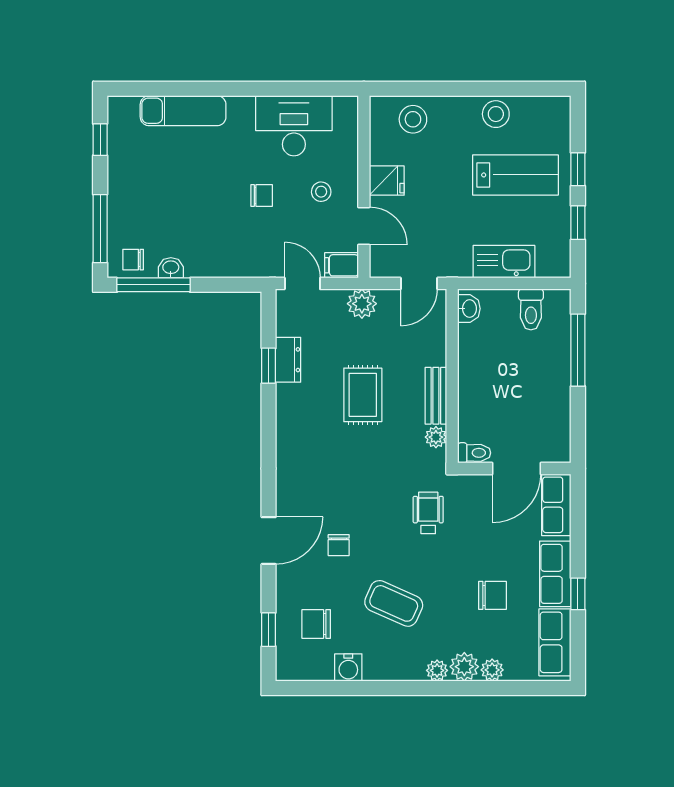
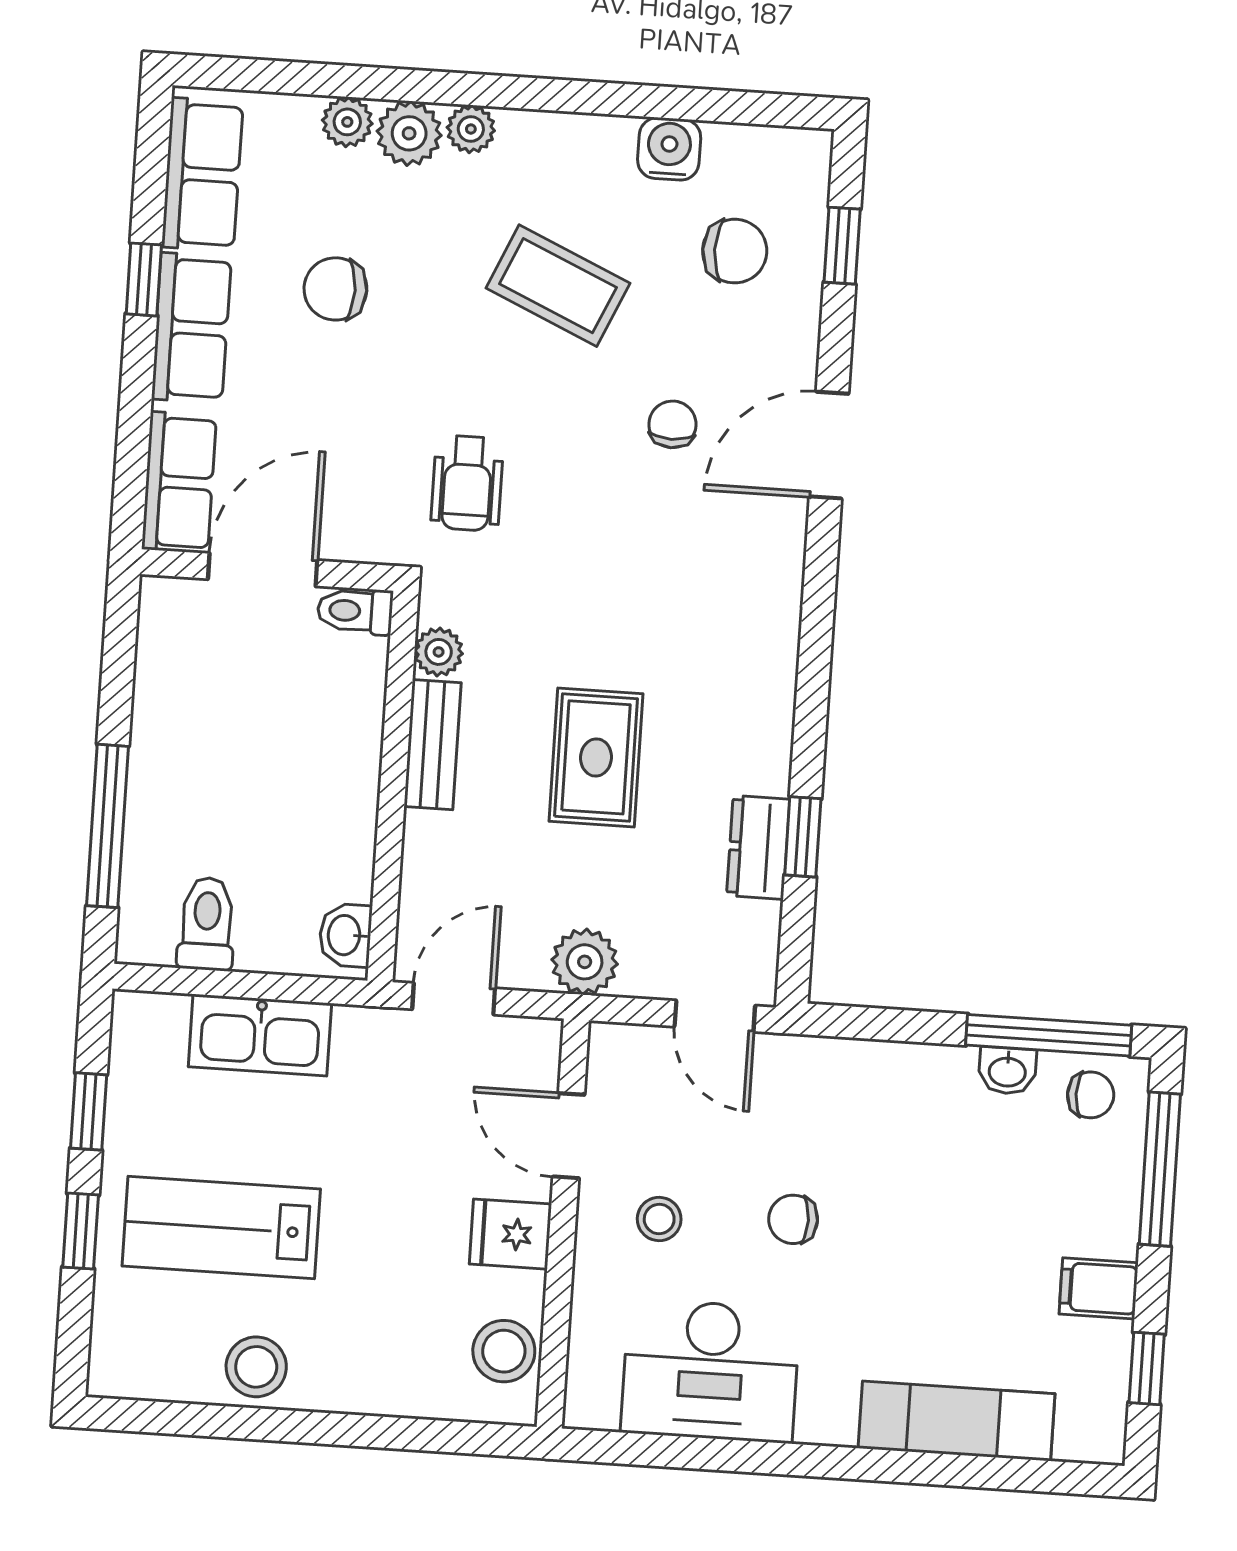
stool: (413, 119) -> (504, 1351), moved
filing cabinet: (342, 265) -> (1099, 1288), moved, turned 180

